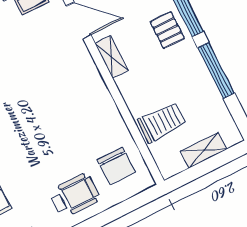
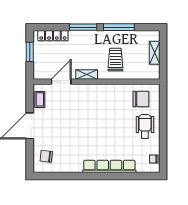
pallet: (167, 30) -> (87, 41), removed
trolley: (162, 122) -> (115, 60), moved

